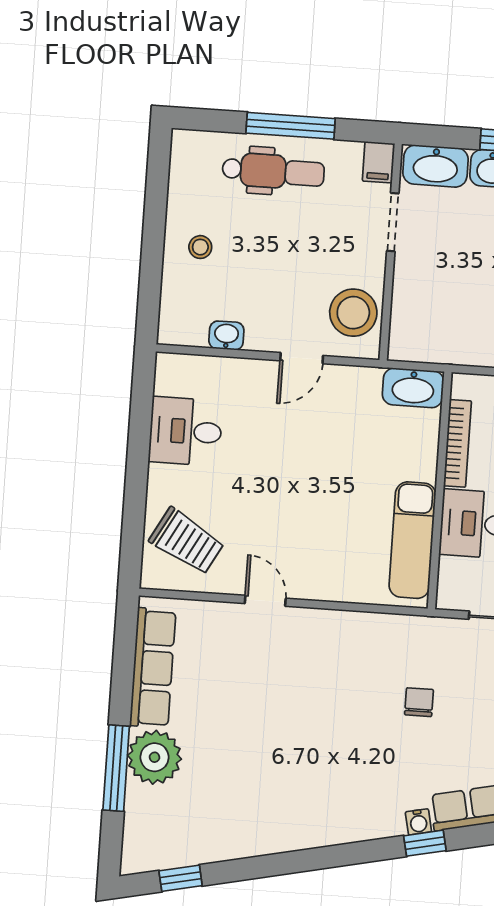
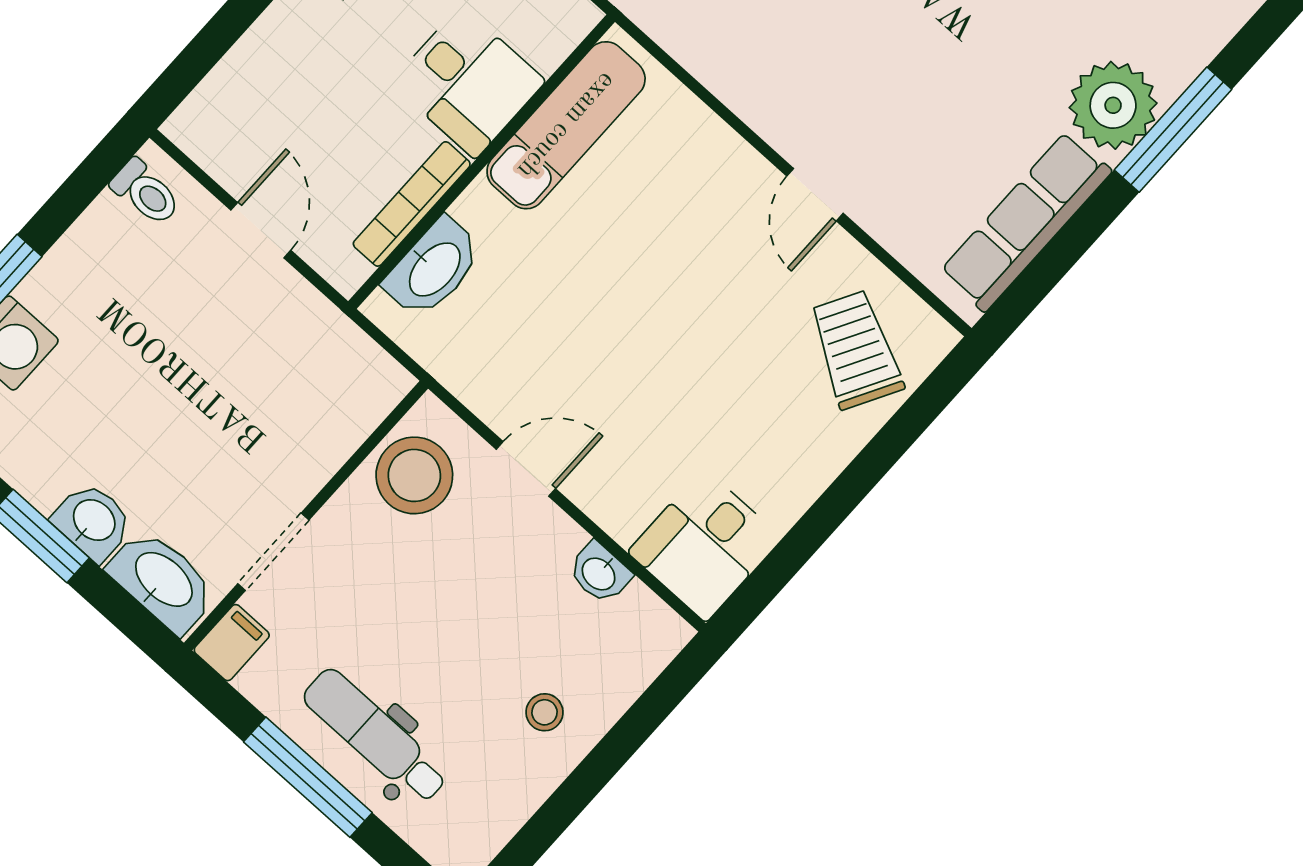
washbasin: (413, 388) -> (433, 268), moved, turned 90
desk: (186, 431) -> (705, 545), moved, turned 90

